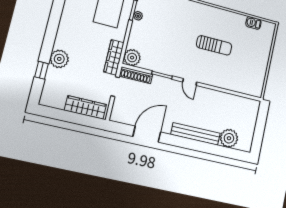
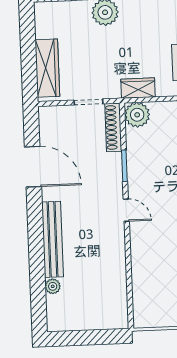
wardrobe: (114, 57) -> (138, 88), width x0.67
door: (190, 82) -> (126, 210), swing flipped
plant: (229, 138) -> (53, 286), width x0.53, depth x0.53

